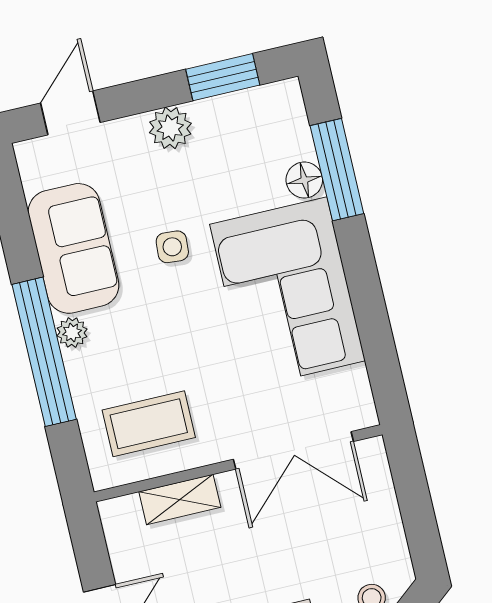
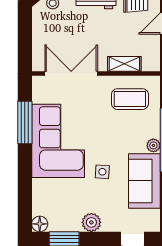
window: (337, 170) -> (25, 123), moved
floor lamp: (304, 180) -> (40, 224), moved

